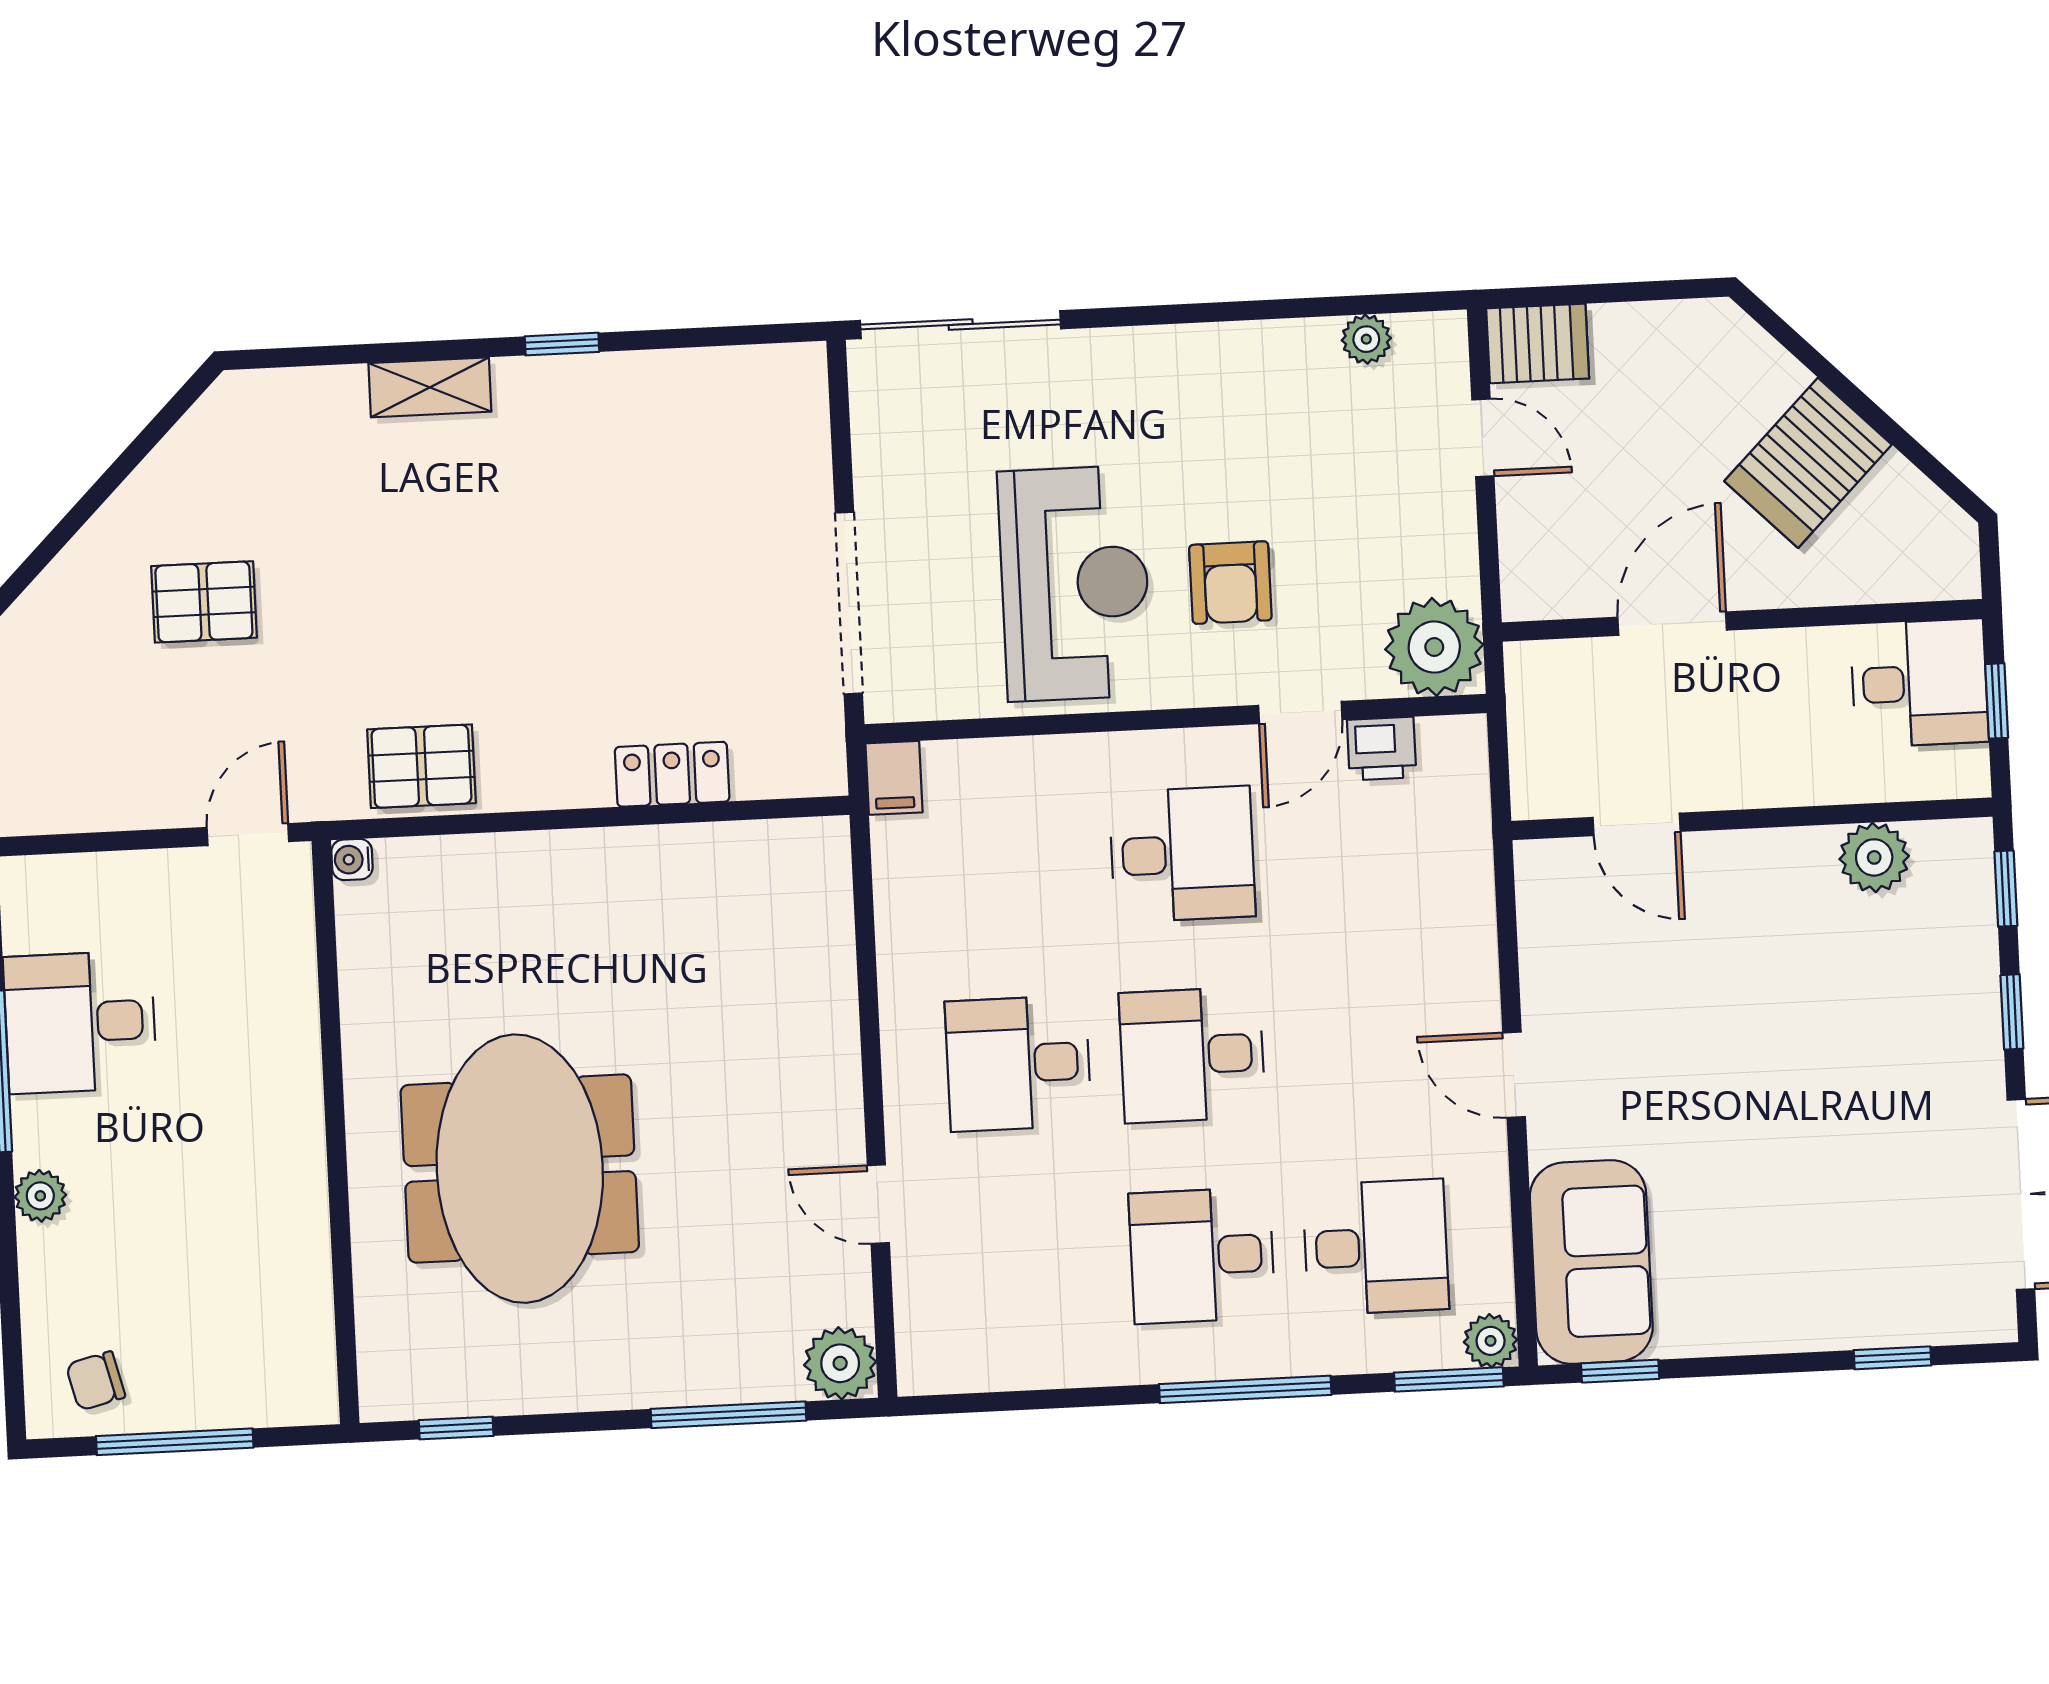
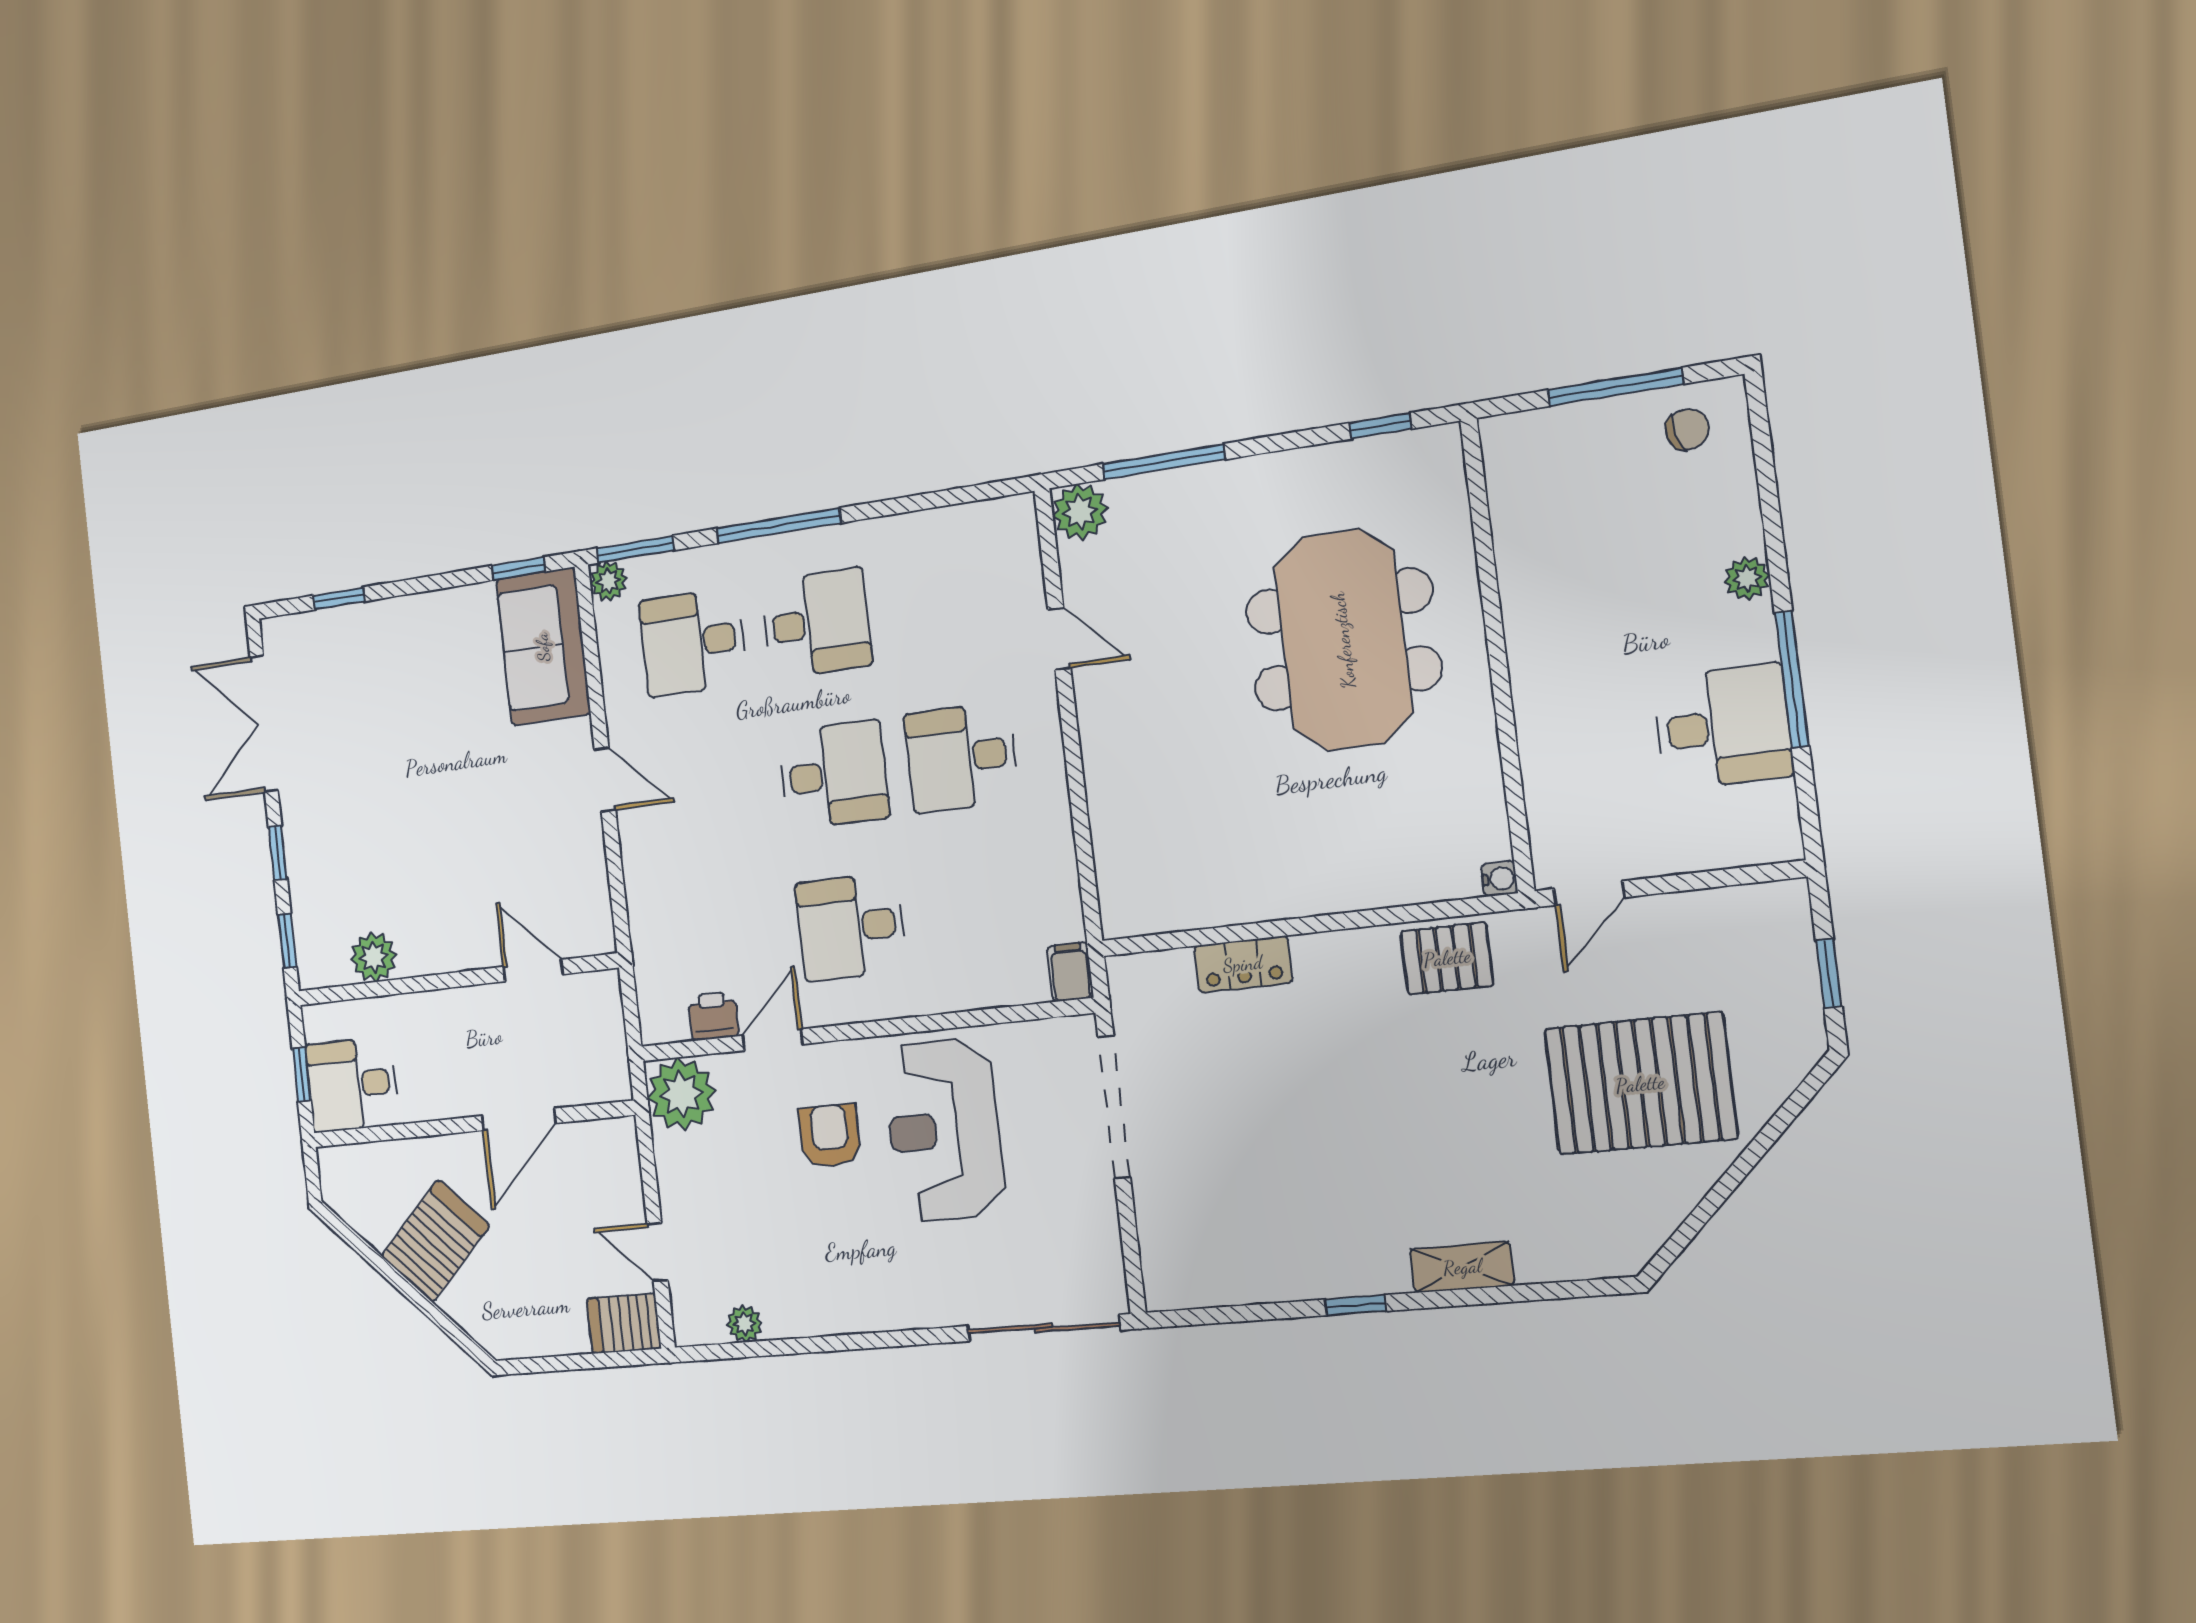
pallet: (204, 602) -> (1640, 1084), width x2.05, depth x2.00
desk: (1018, 1063) -> (961, 757), turned 180

